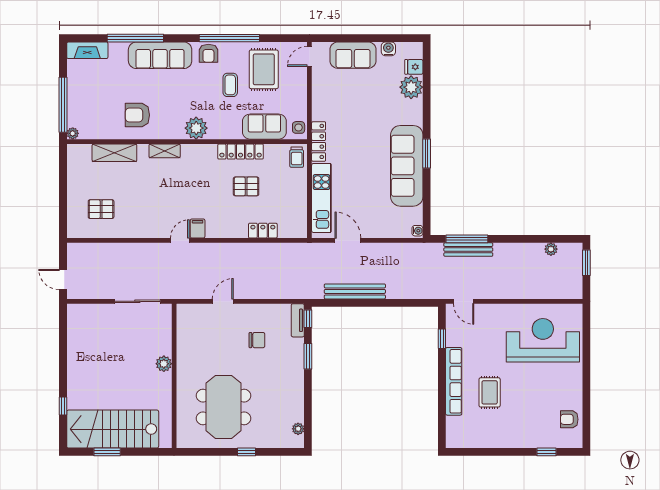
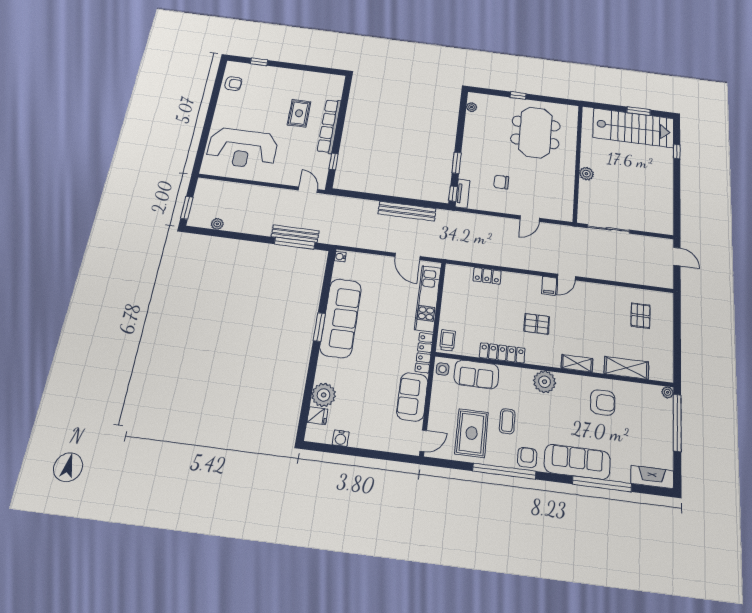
sofa: (353, 55) -> (412, 397), moved, turned -90
pallet: (246, 186) -> (537, 324), moved
pallet: (101, 209) -> (641, 316), turned 90

